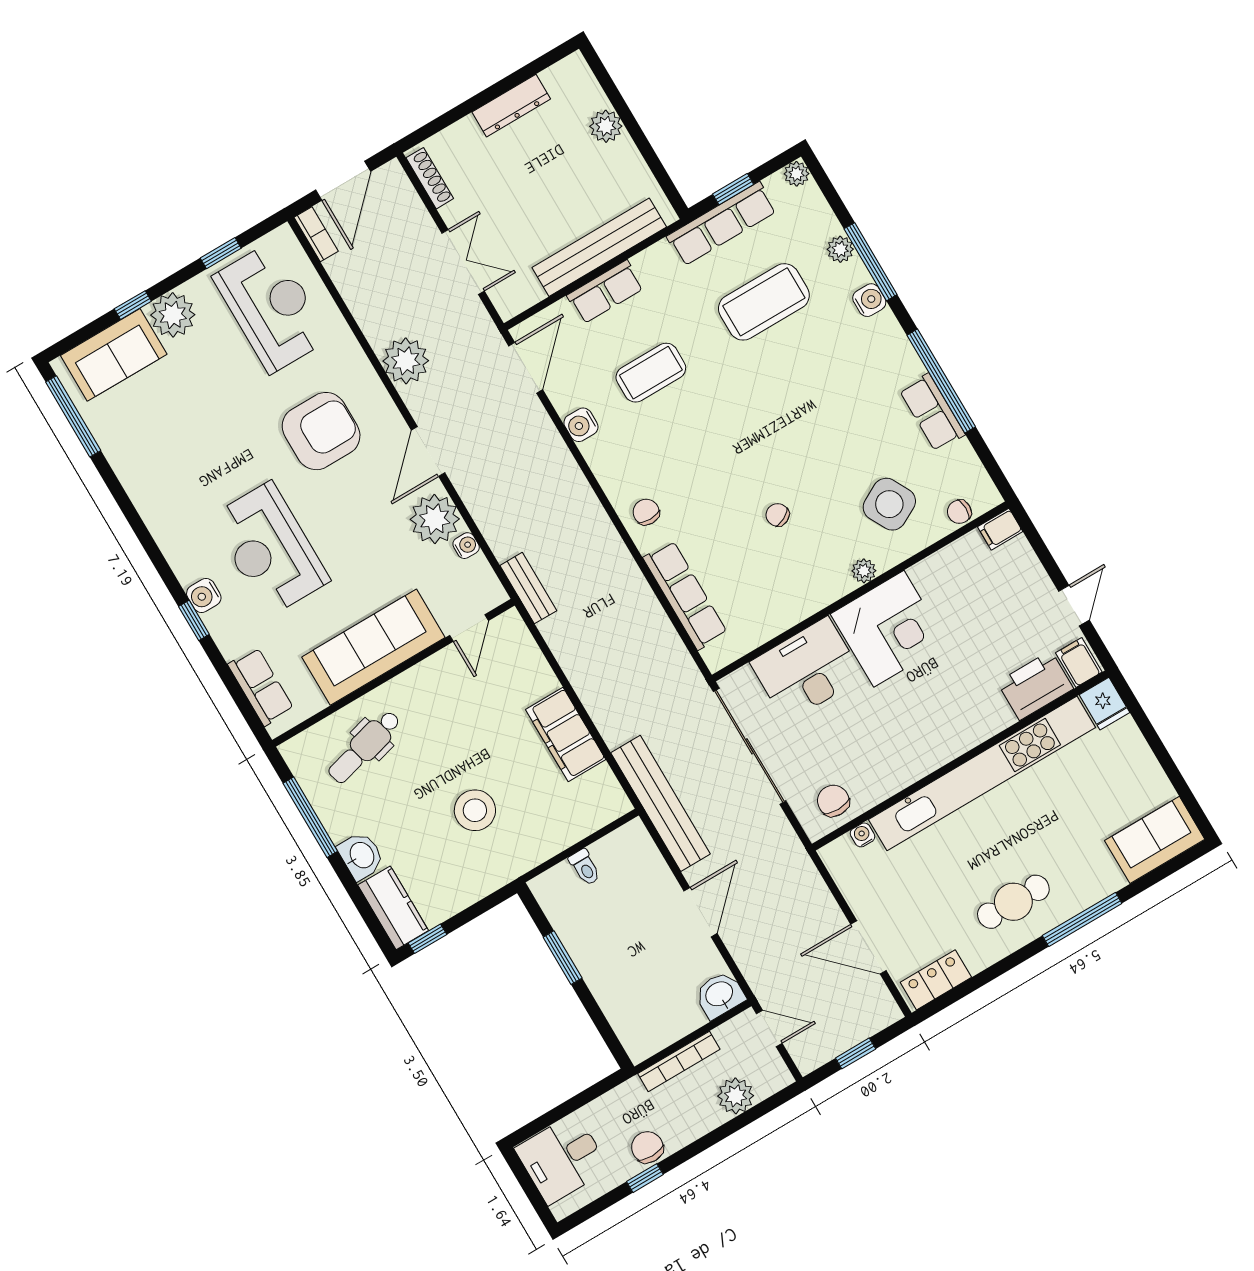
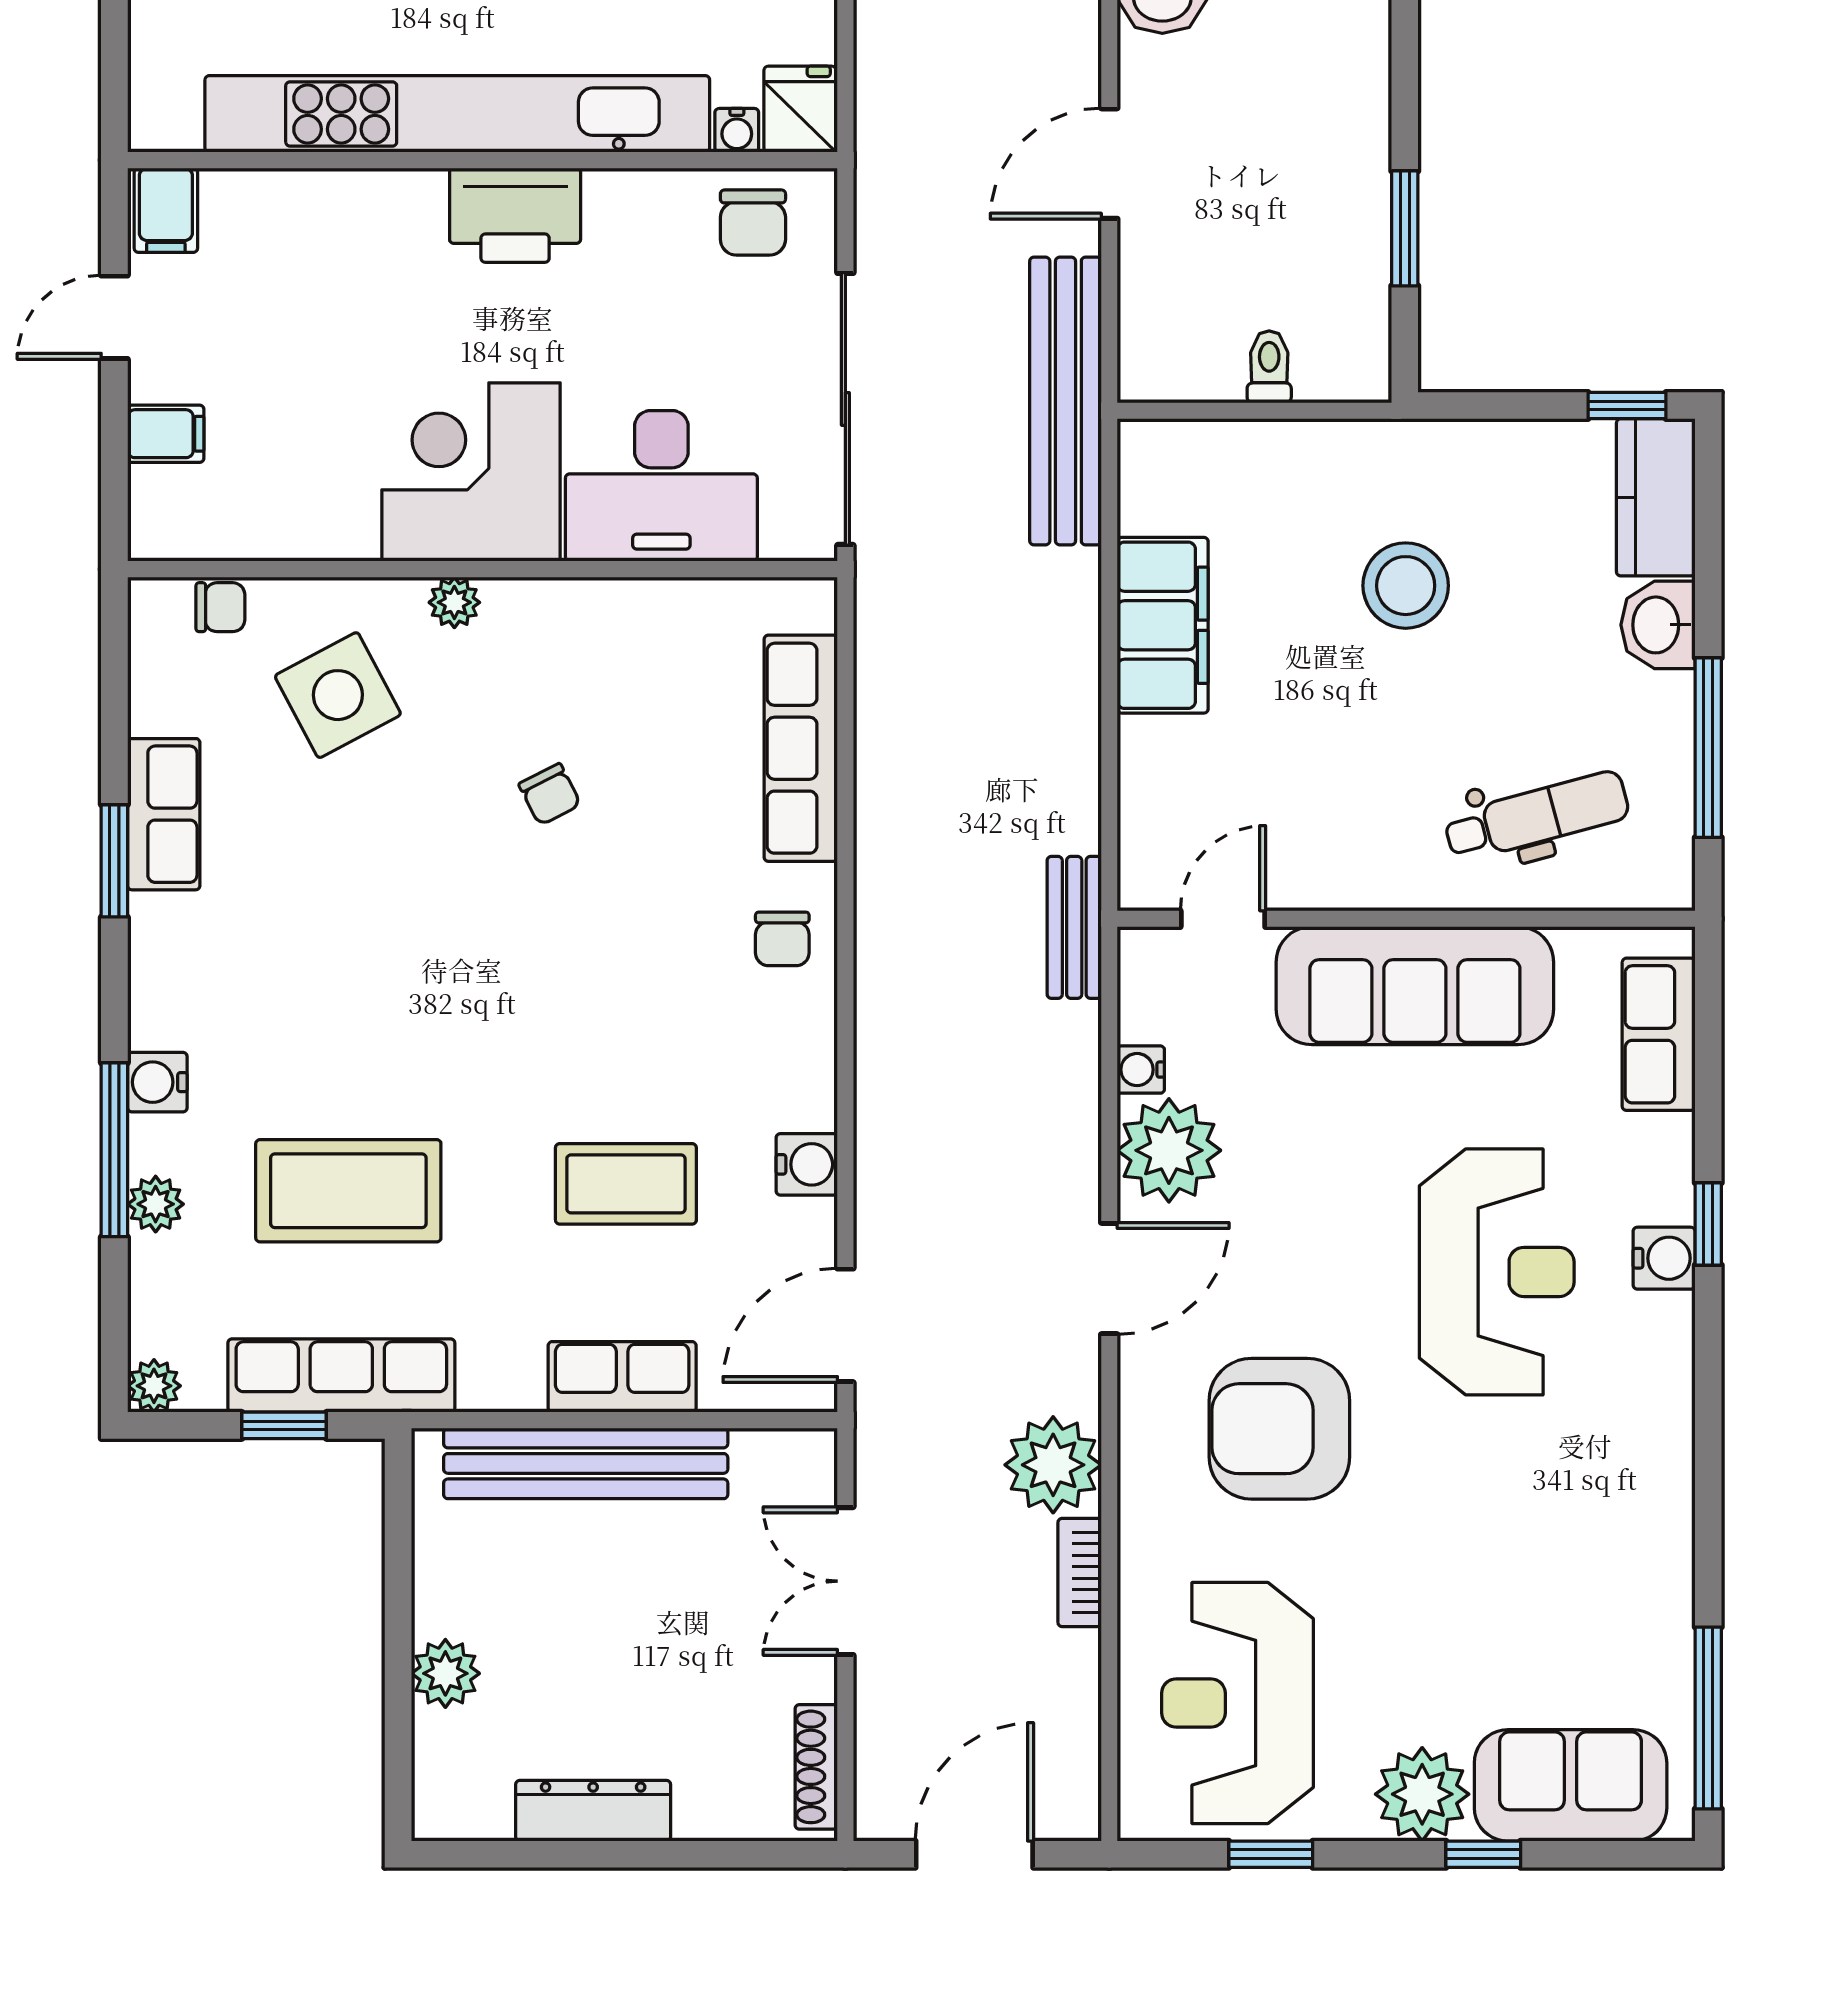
bookcase: (316, 234) -> (1080, 1572), moved
window: (941, 381) -> (114, 861), width x0.47
filing cabinet: (1000, 529) -> (166, 434), moved
printer: (1035, 685) -> (515, 215), moved
fridge: (1104, 704) -> (800, 109), moved

